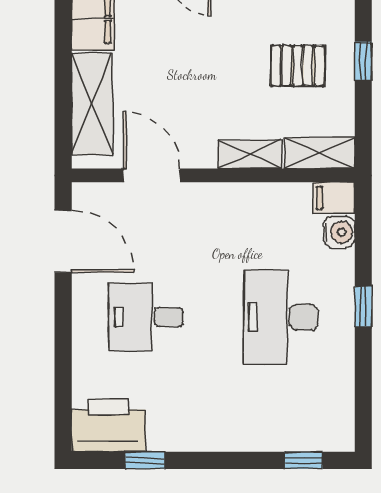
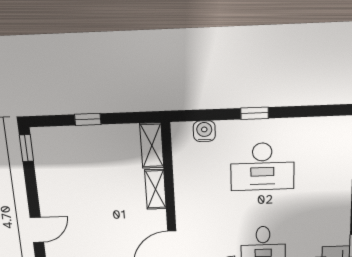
pallet: (298, 66) -> (95, 162), removed
filing cabinet: (334, 198) -> (181, 135), removed

